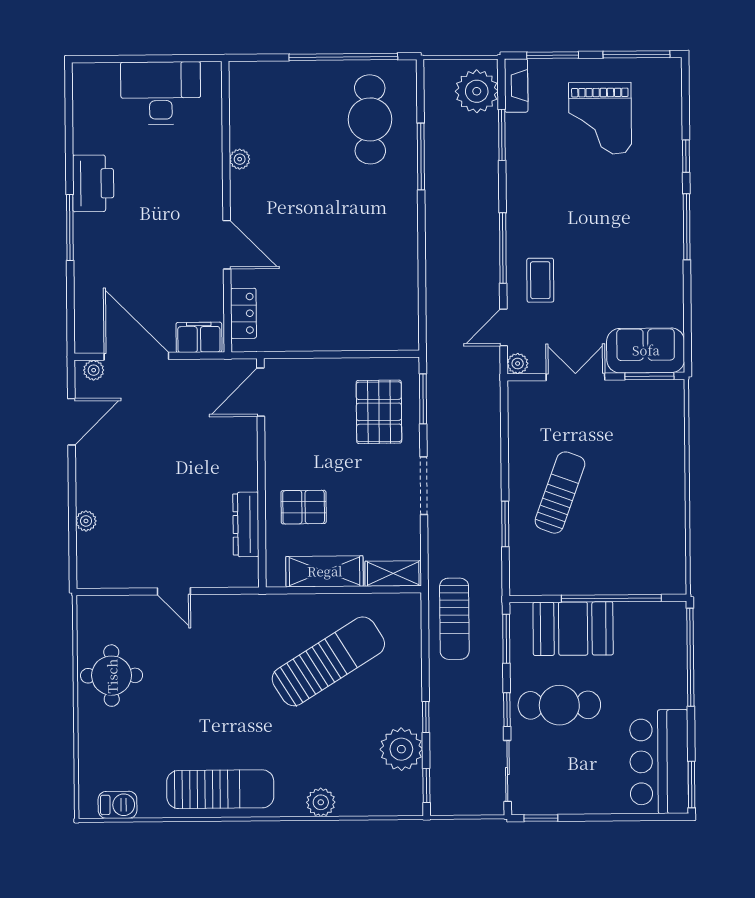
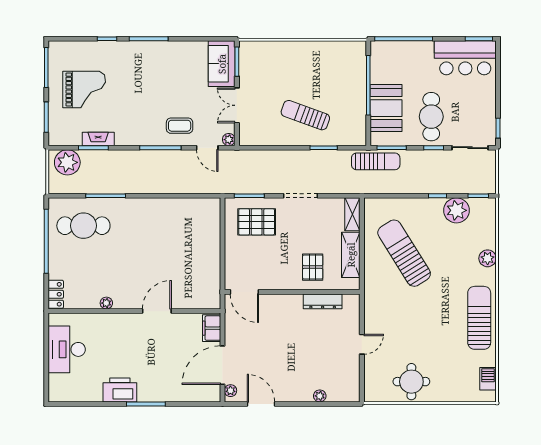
fireplace: (516, 85) -> (98, 139), moved
locker: (243, 313) -> (56, 294), moved, turned 90
sun lounger: (454, 619) -> (376, 161), moved

